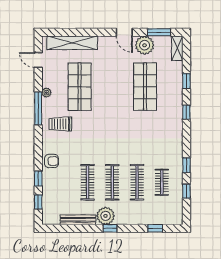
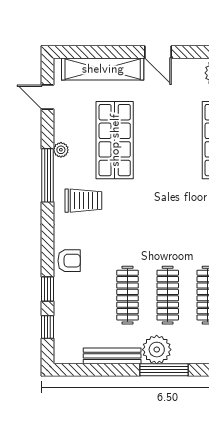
door: (124, 32) -> (158, 52), moved
trolley: (60, 124) -> (83, 201), turned 180
window: (110, 228) -> (164, 370), width x2.17

